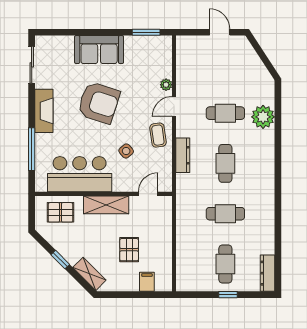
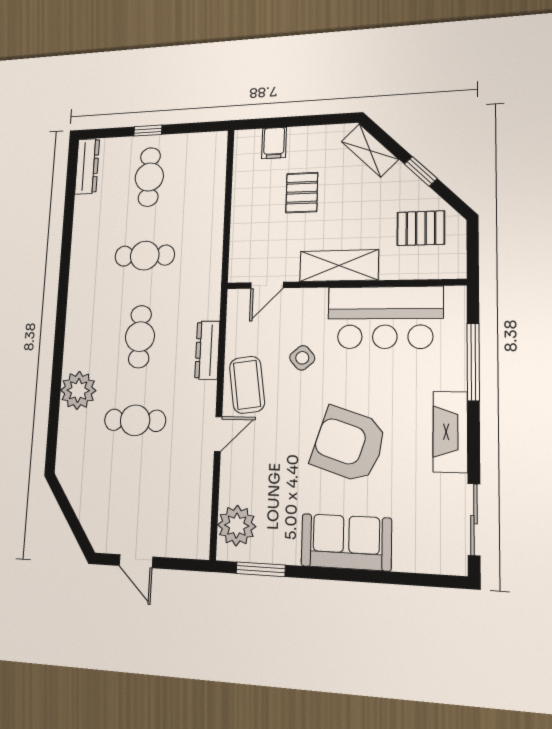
plant: (166, 85) -> (237, 526), moved, width x1.88, depth x1.88
plant: (263, 117) -> (78, 390), moved
coffee table: (158, 135) -> (247, 385), width x1.36, depth x1.30
pallet: (60, 212) -> (421, 228), moved

